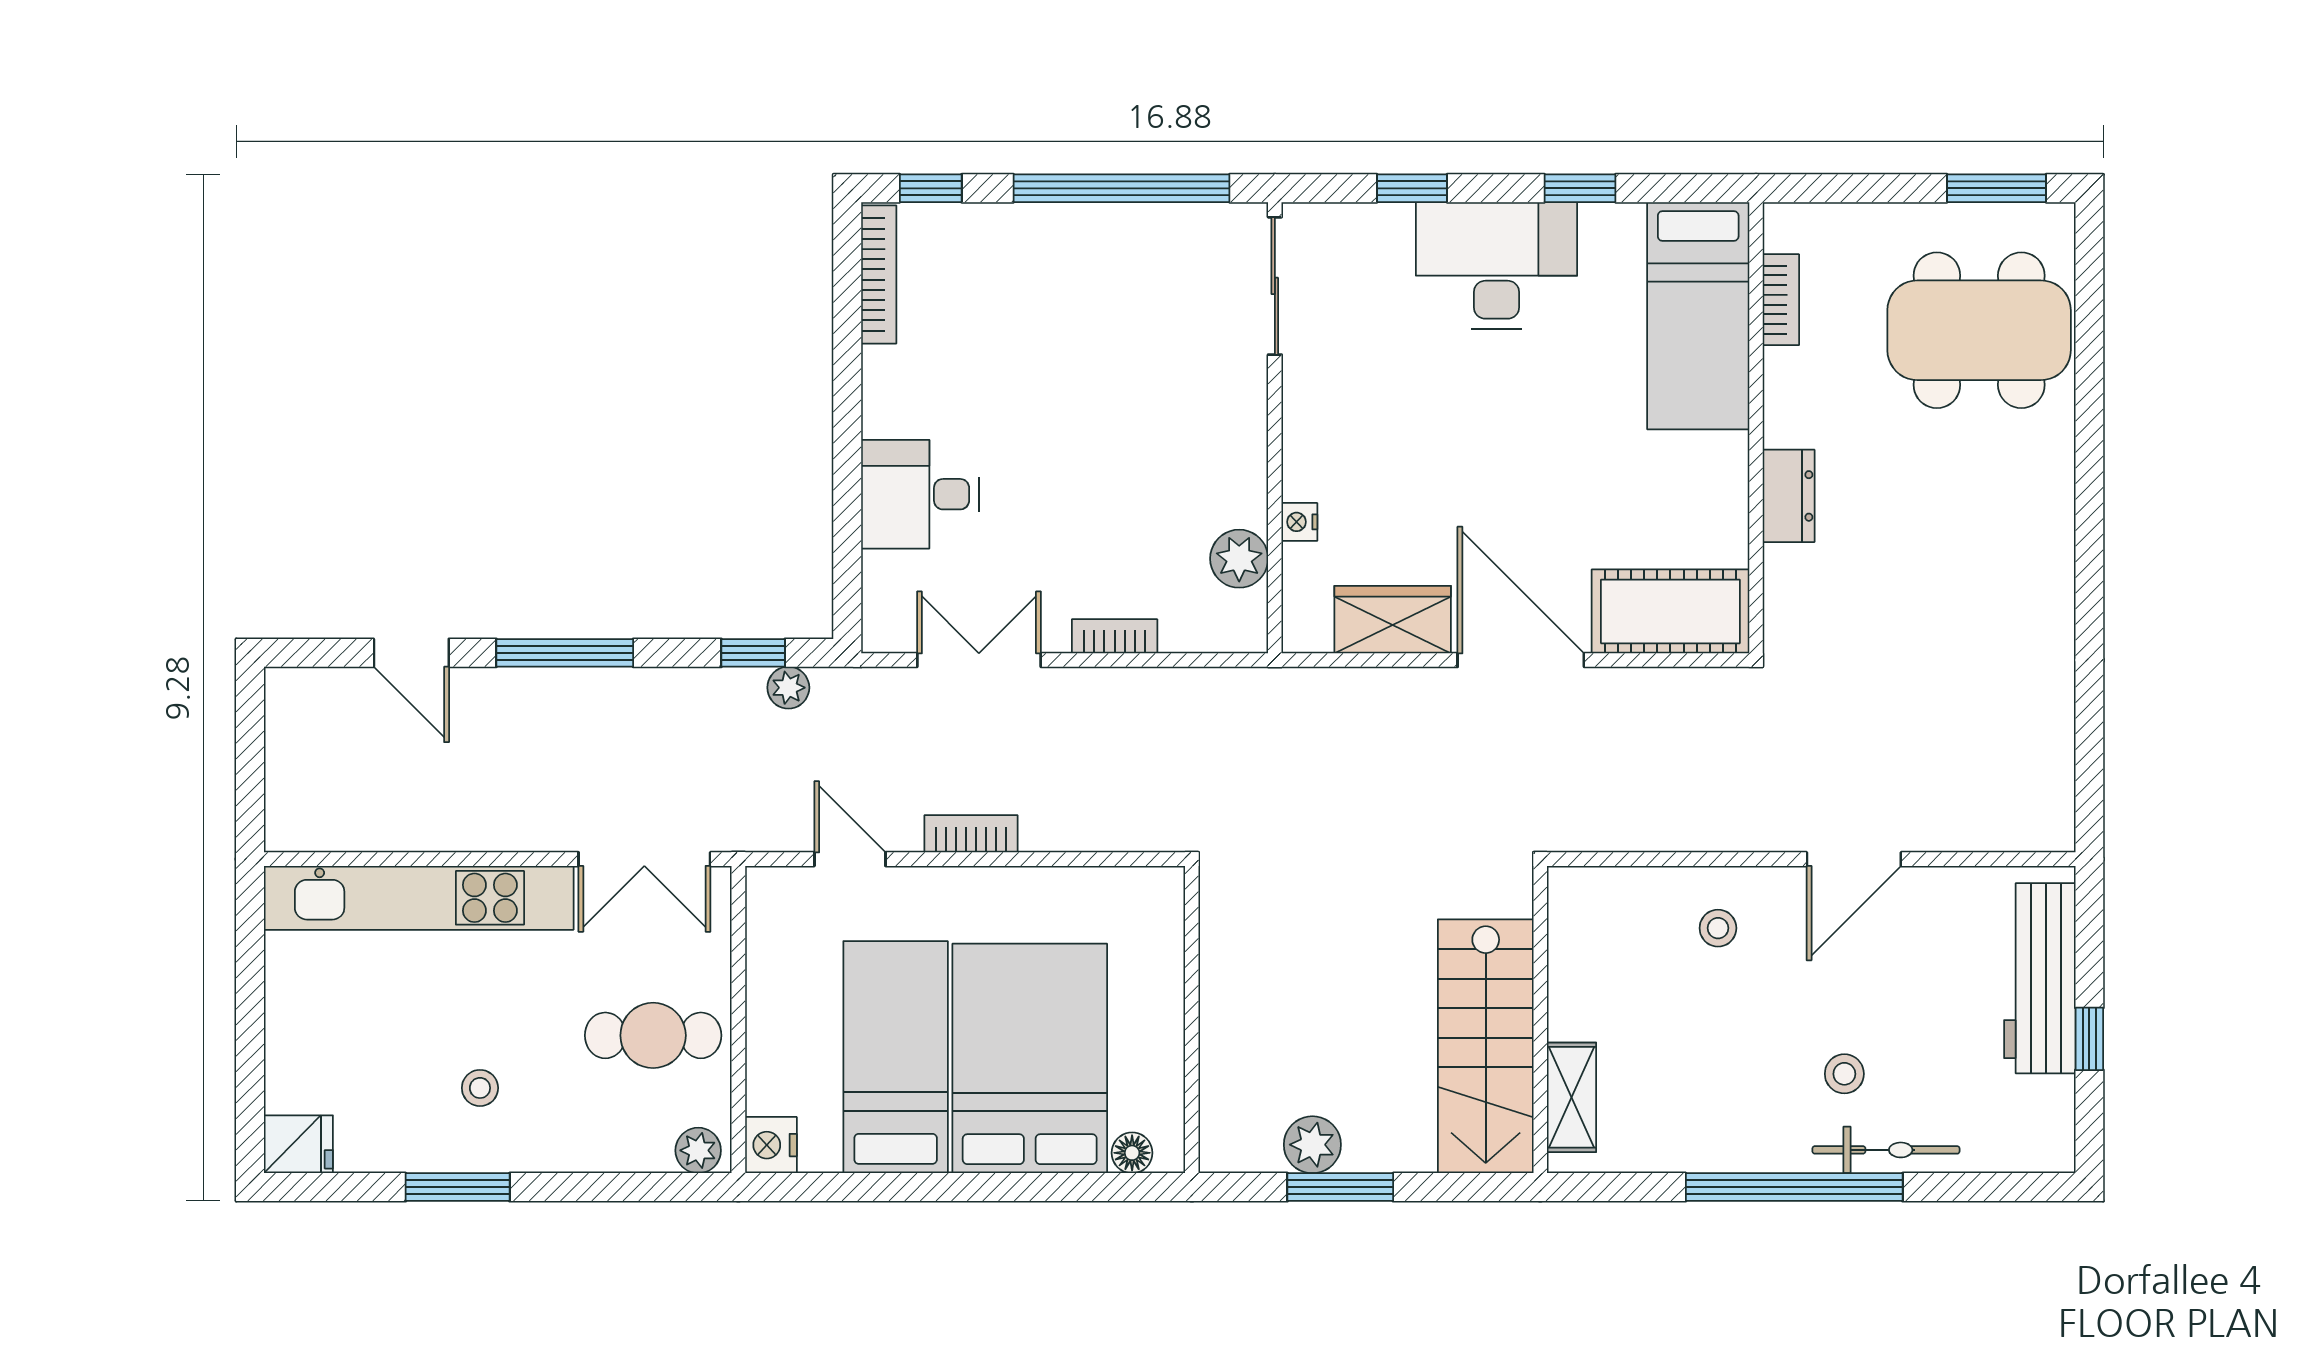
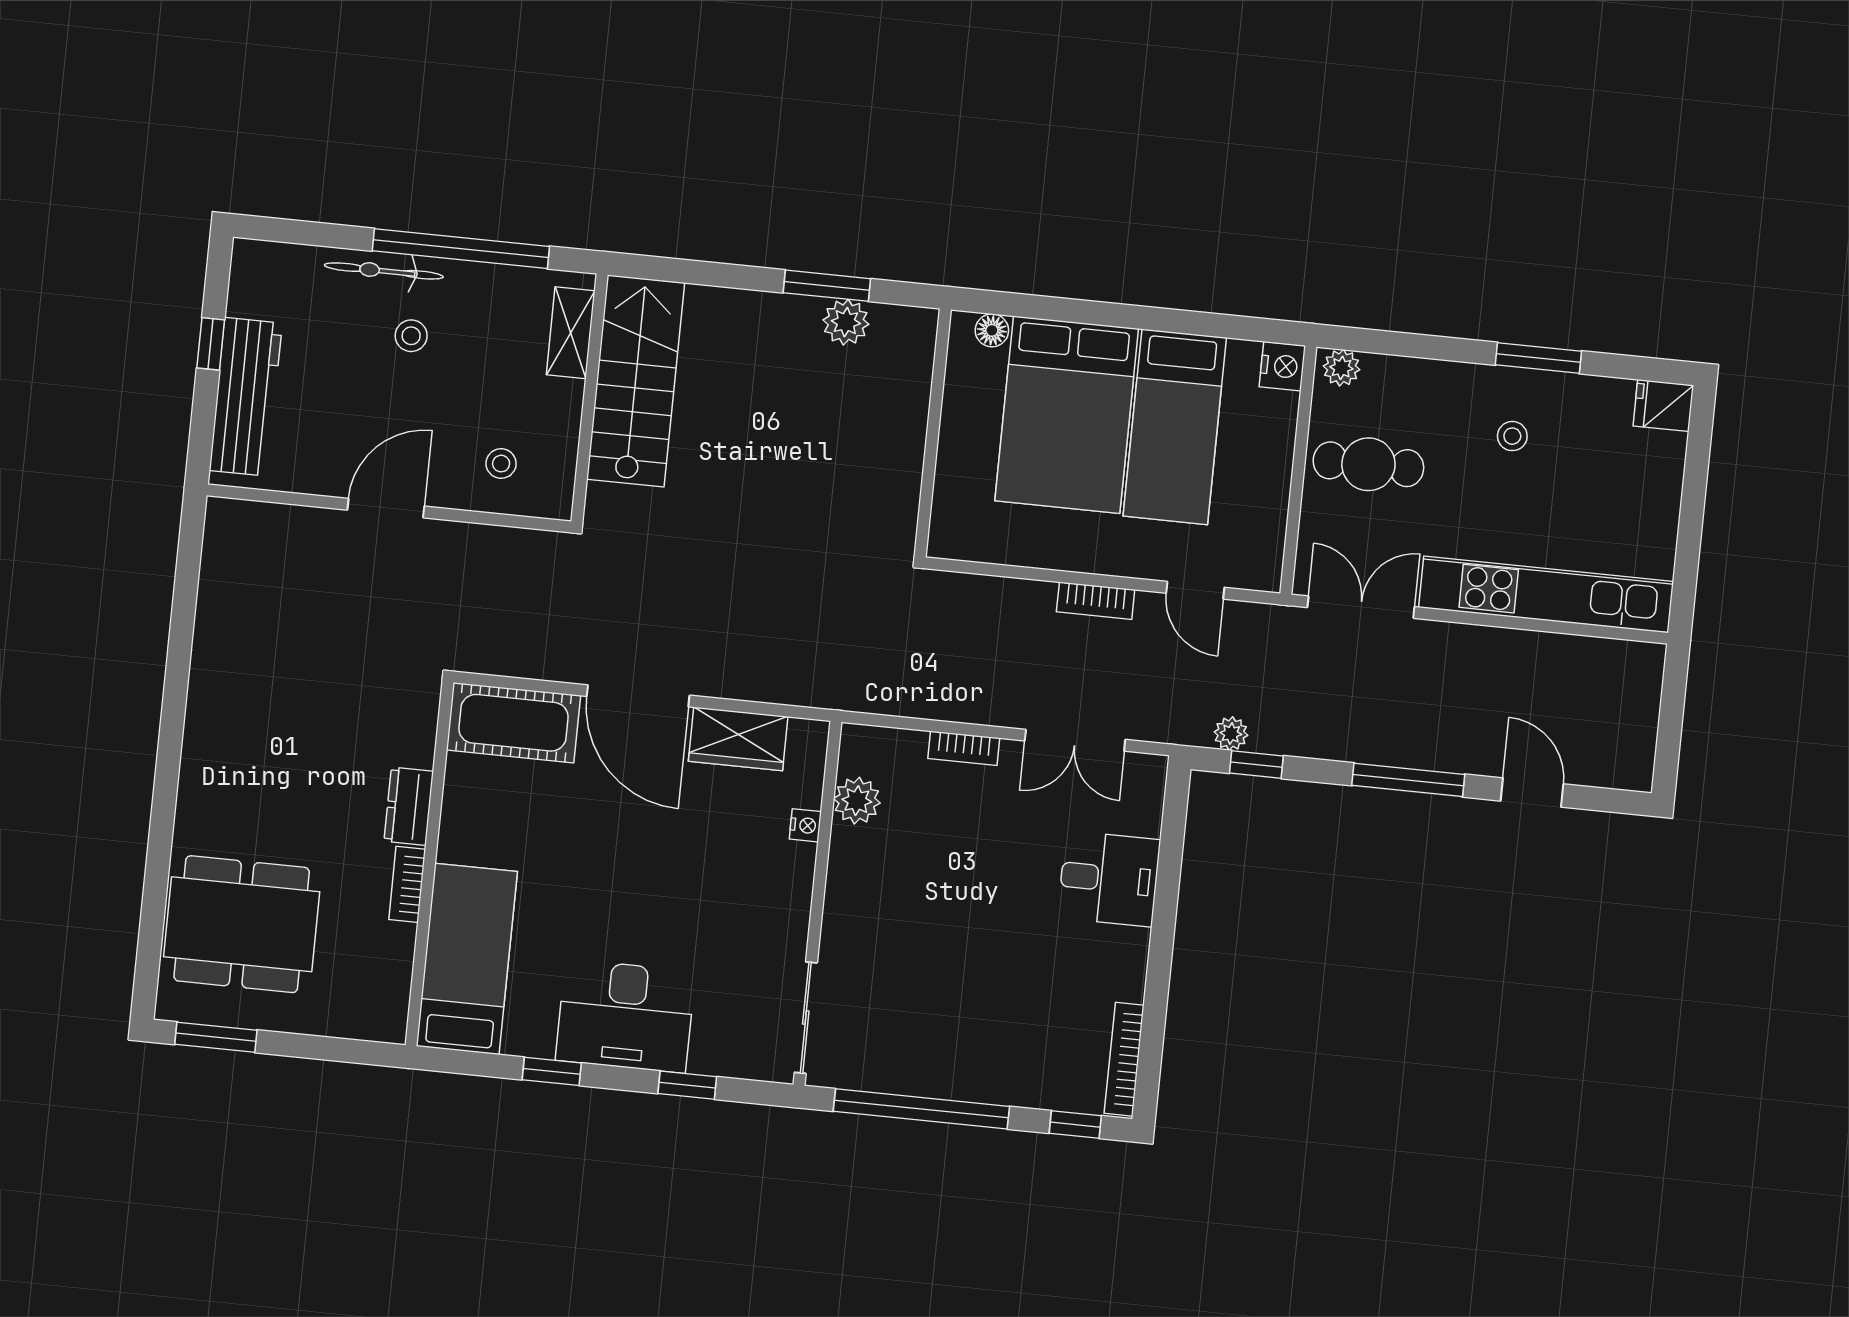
bookcase: (1781, 300) -> (407, 884), moved
wall: (1540, 1020) -> (589, 398), moved
stairs: (1486, 1046) -> (636, 381), moved
shelving: (1572, 1097) -> (571, 333), moved

